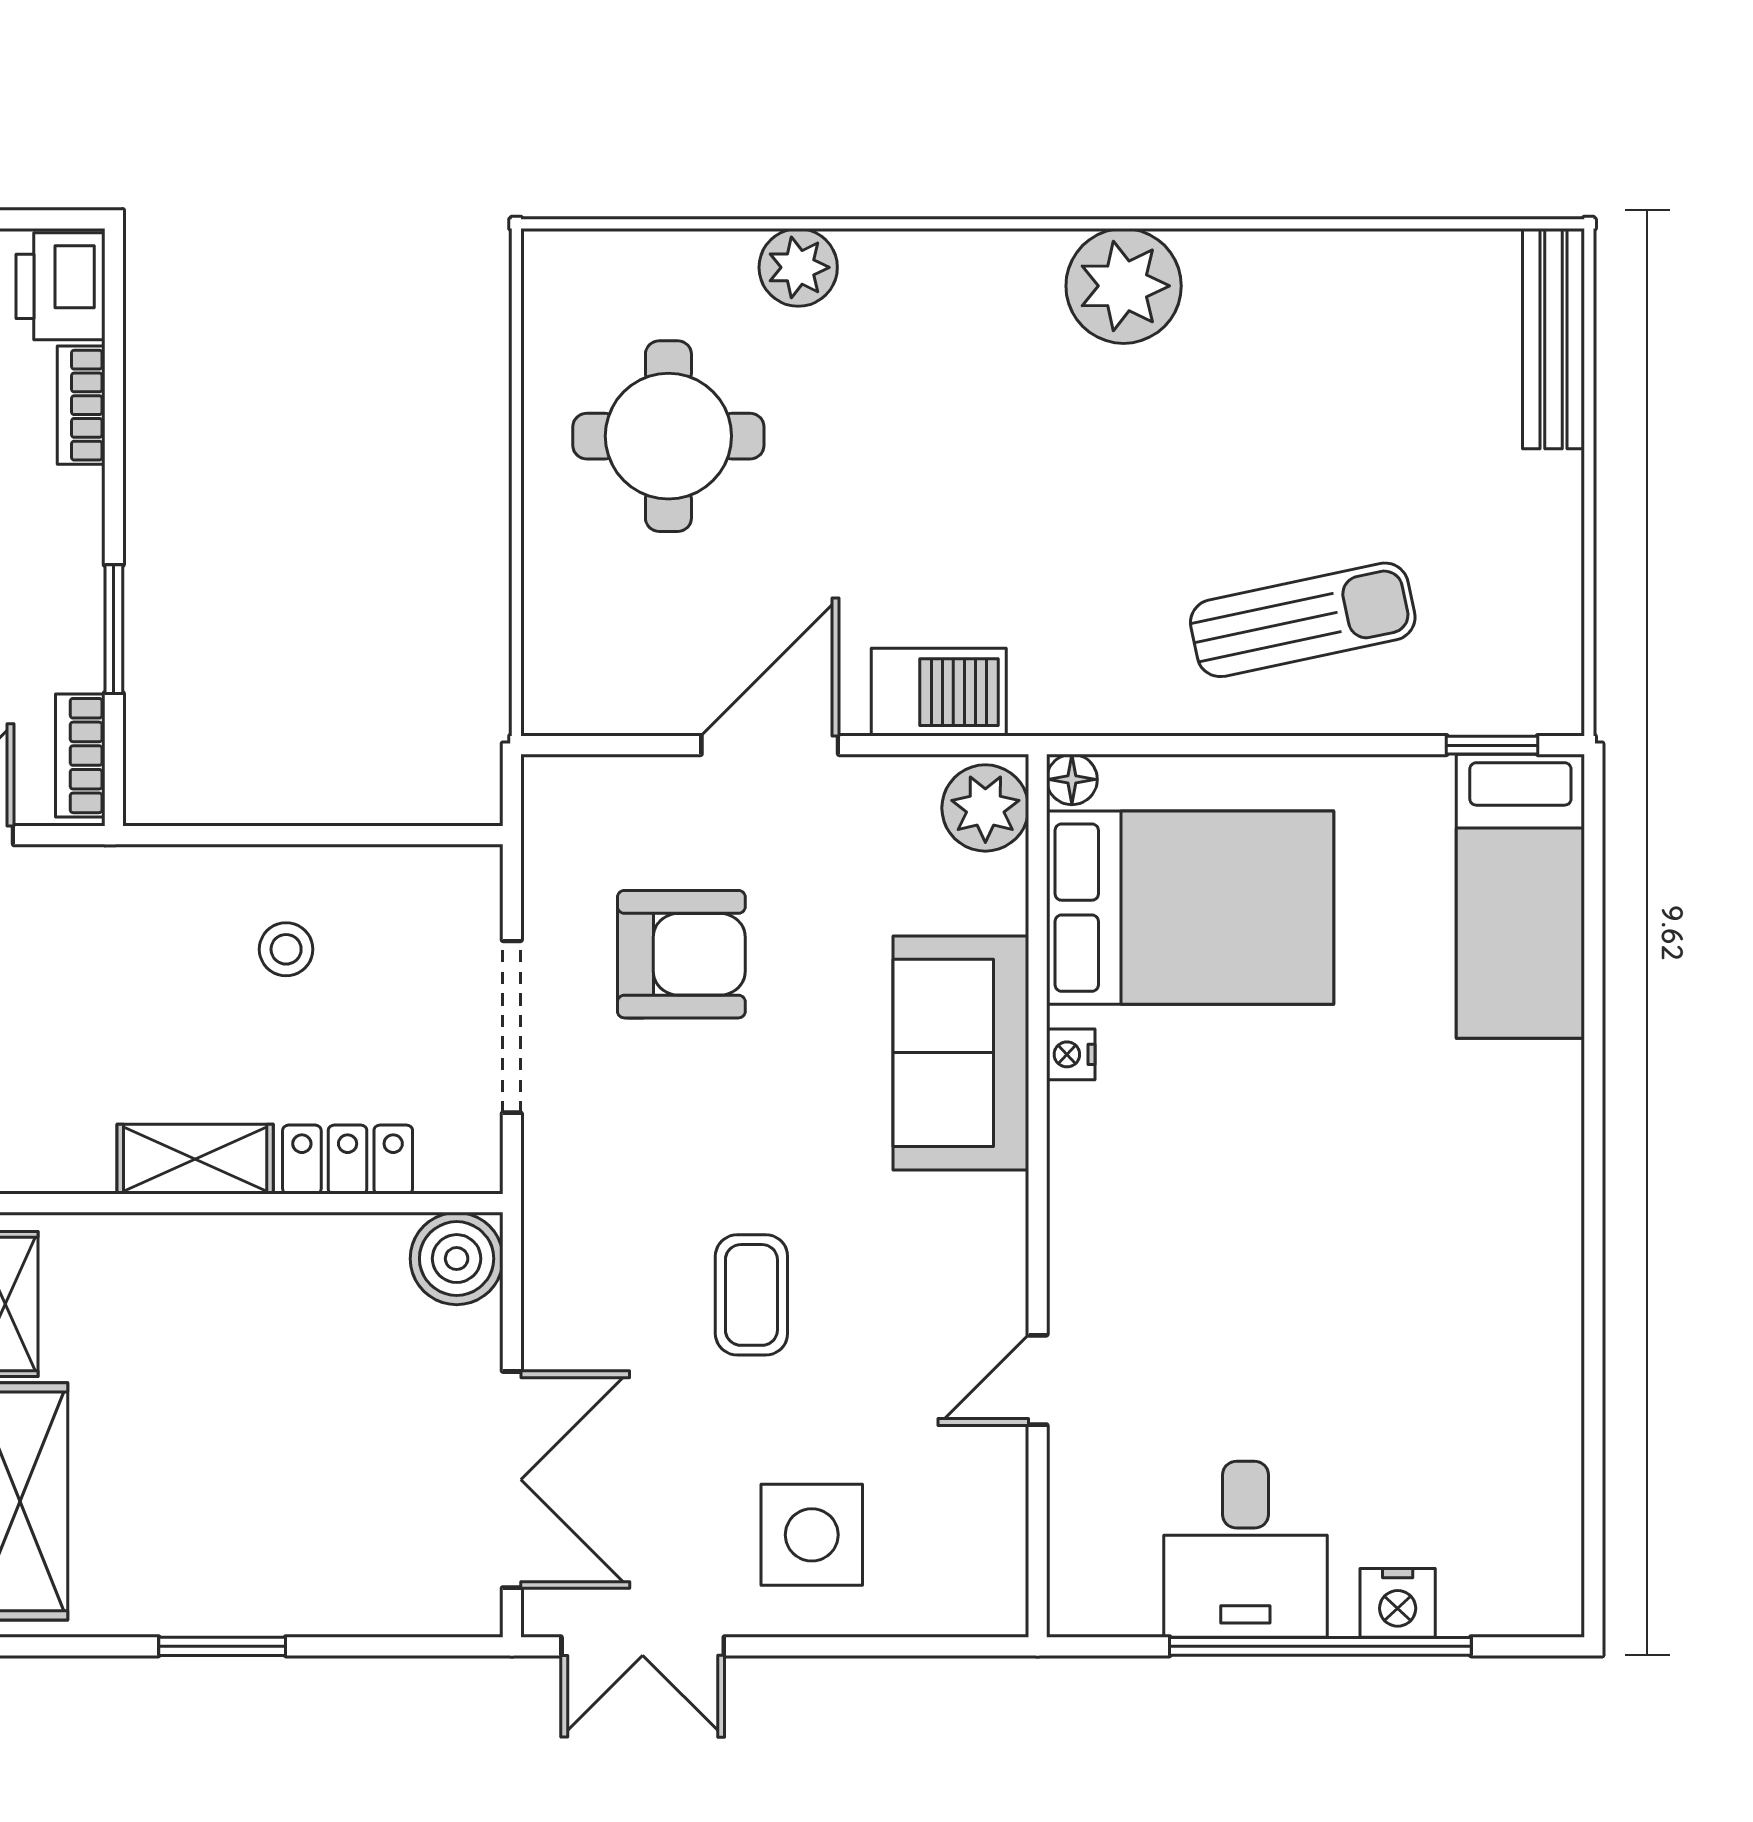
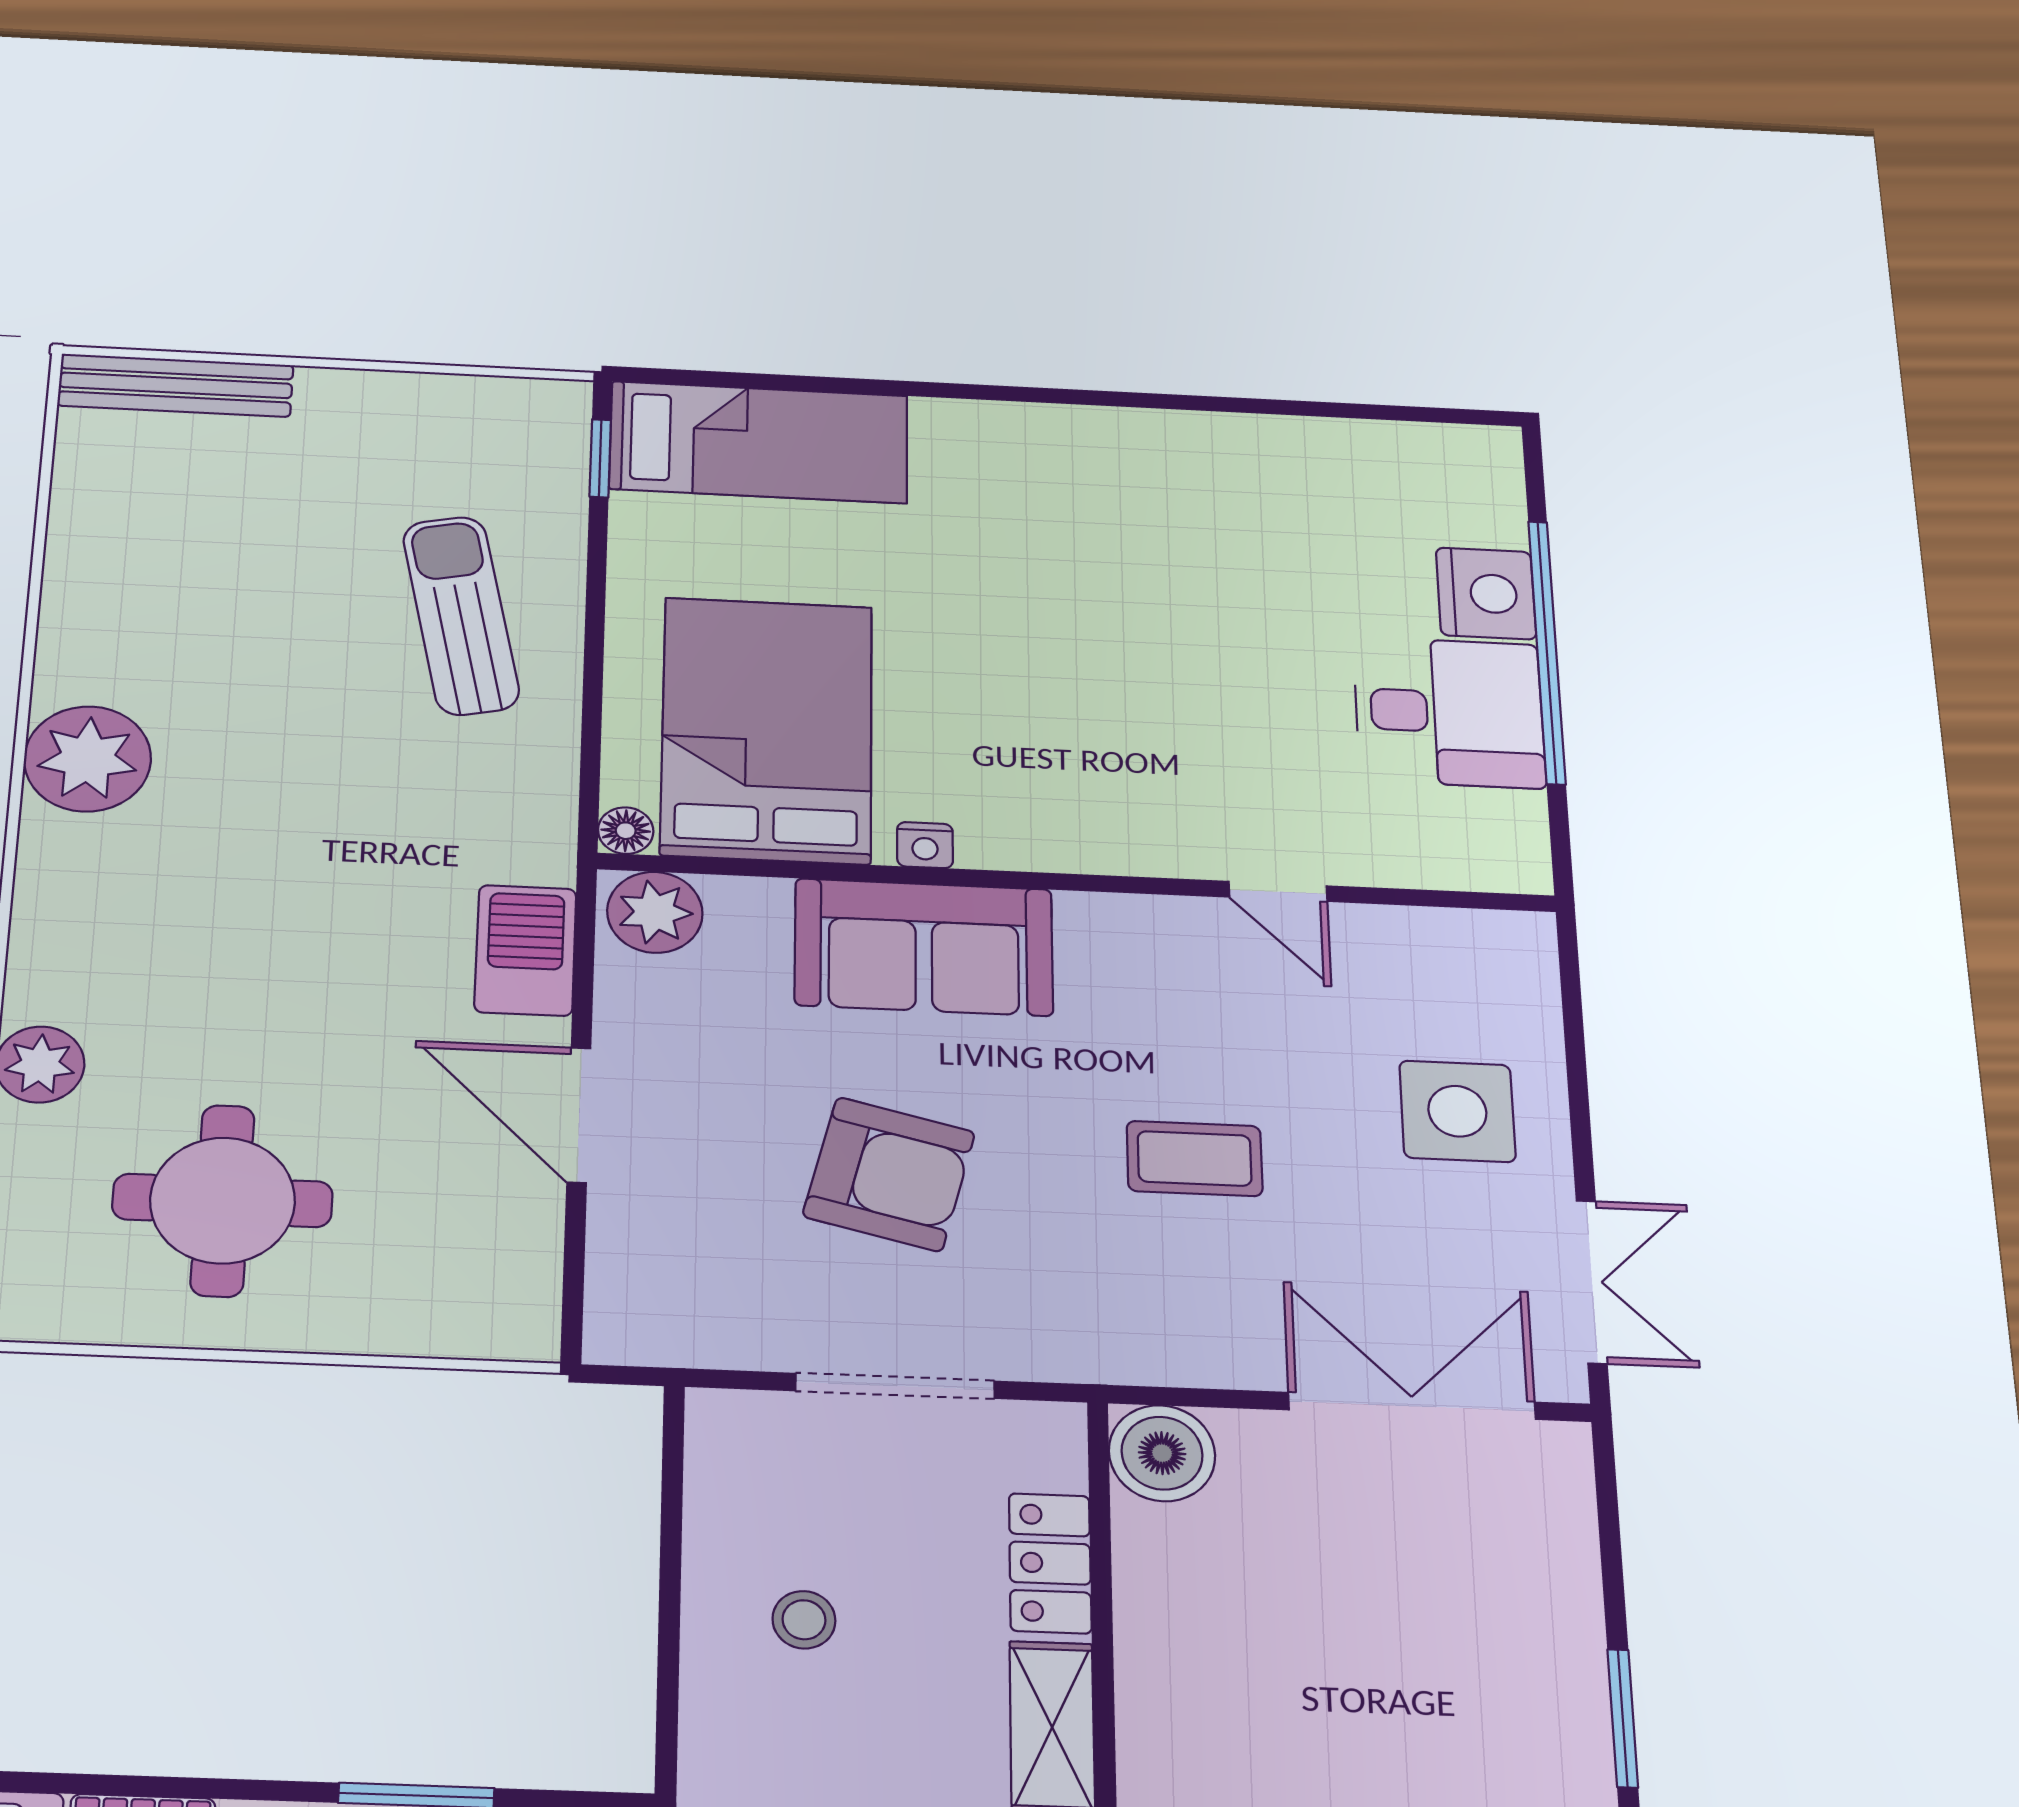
armchair: (681, 954) -> (889, 1174), moved, turned 104
nightstand: (1398, 1603) -> (1486, 593), width x1.36, depth x1.33

